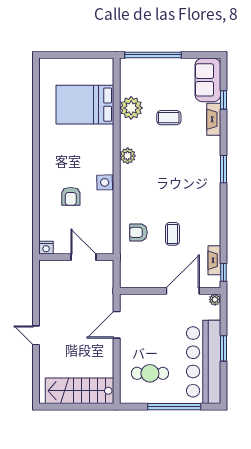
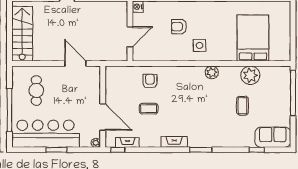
fireplace: (214, 119) -> (174, 142), moved
side table: (105, 182) -> (200, 45), moved

